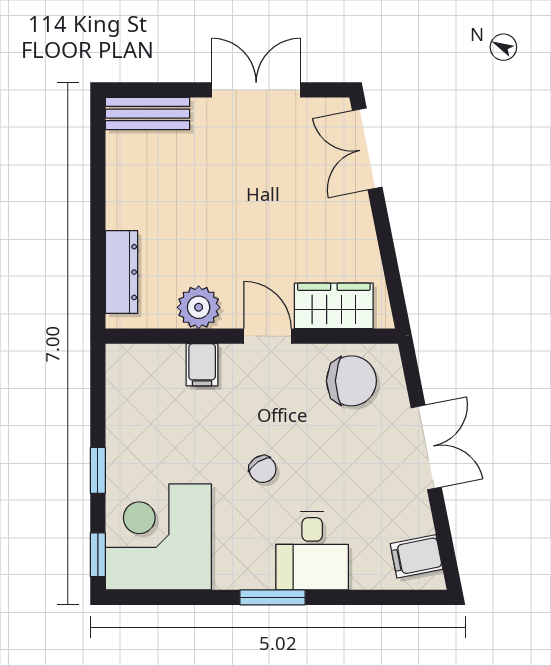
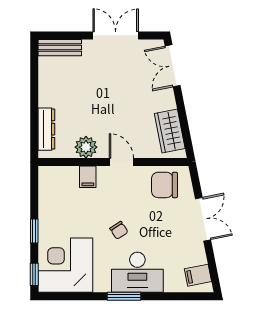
wardrobe: (334, 306) -> (170, 131), moved, turned -101
chair: (351, 381) -> (165, 185), turned 180
desk: (312, 551) -> (137, 272), width x1.37

